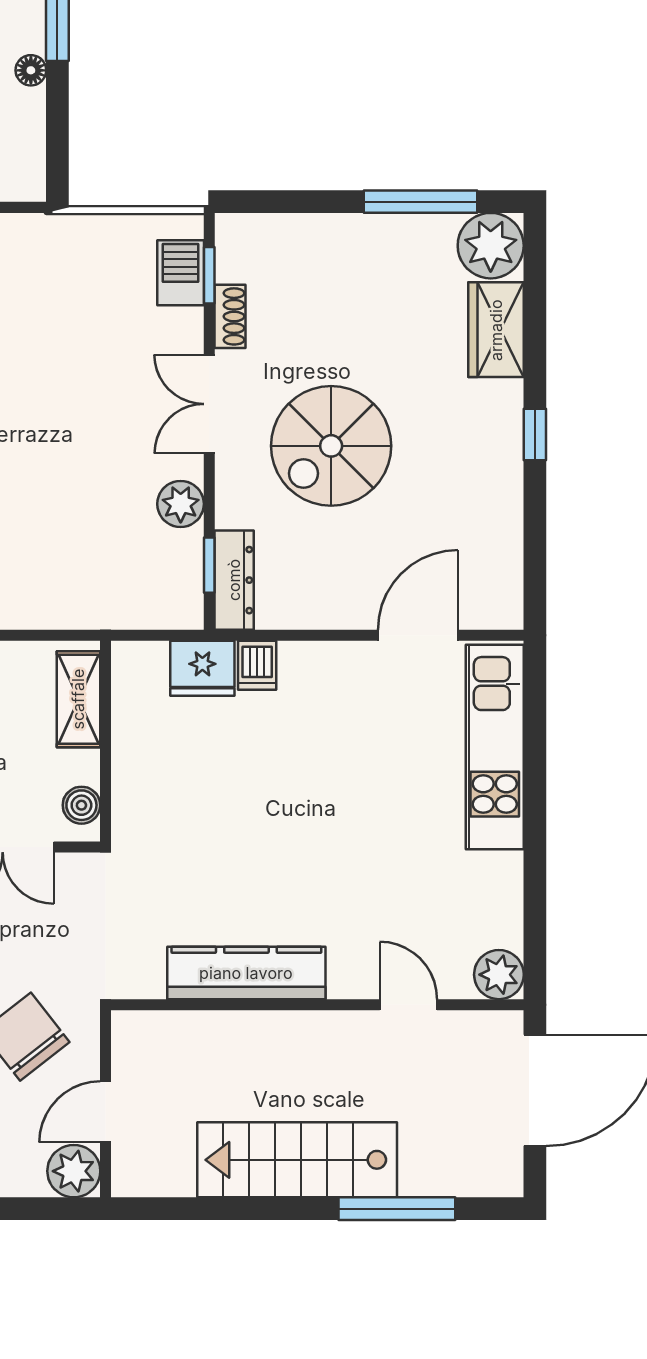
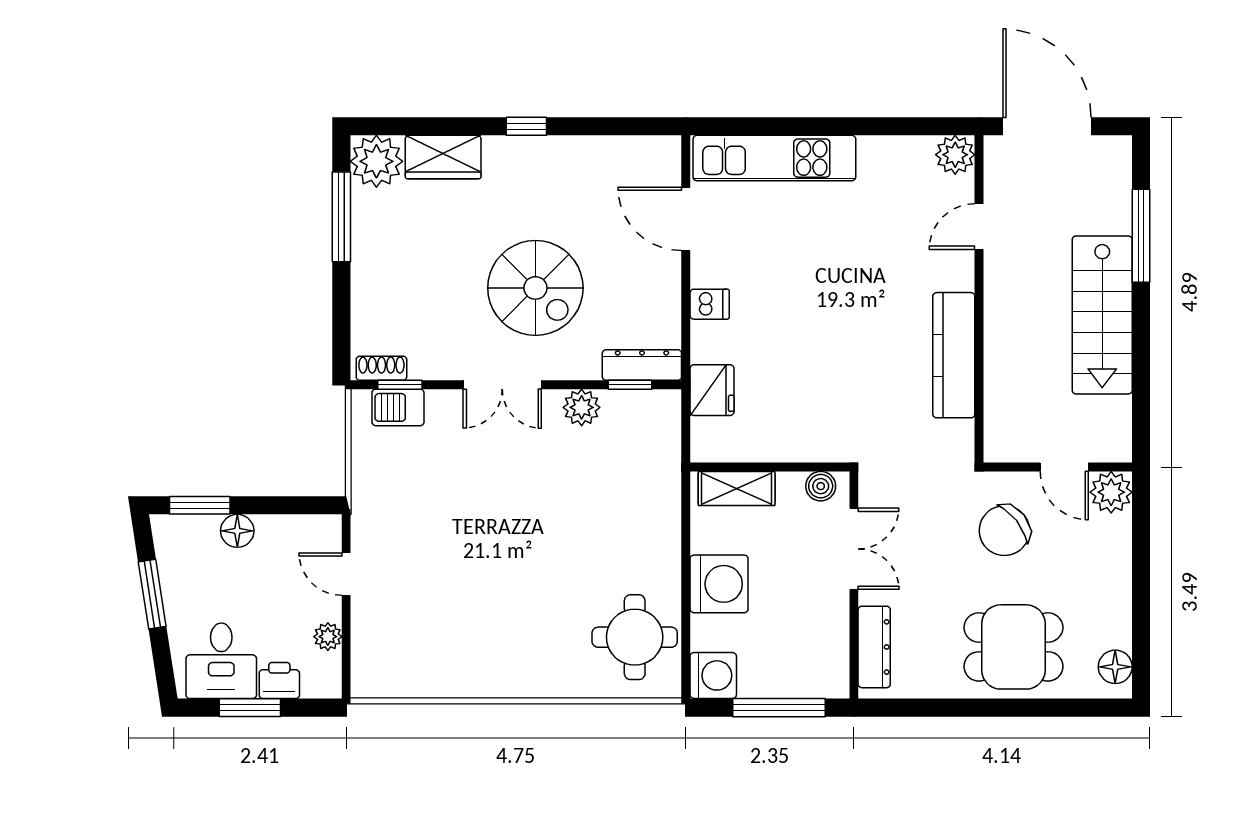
floor lamp: (31, 70) -> (237, 531), width x1.37, depth x1.37
shoe rack: (230, 316) -> (381, 368), moved
dishwasher: (257, 665) -> (710, 304), moved

